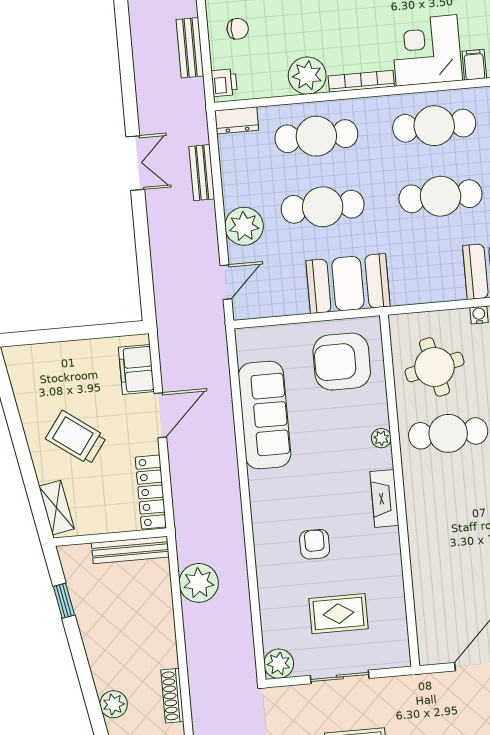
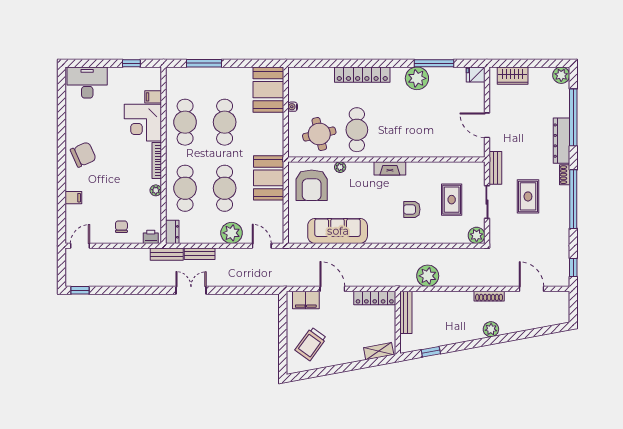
bench: (190, 48) -> (167, 254), moved
plant: (307, 76) -> (156, 190), width x0.53, depth x0.53
trolley: (76, 438) -> (311, 344), moved
plant: (381, 438) -> (340, 167), moved
bench: (402, 687) -> (495, 168), added

